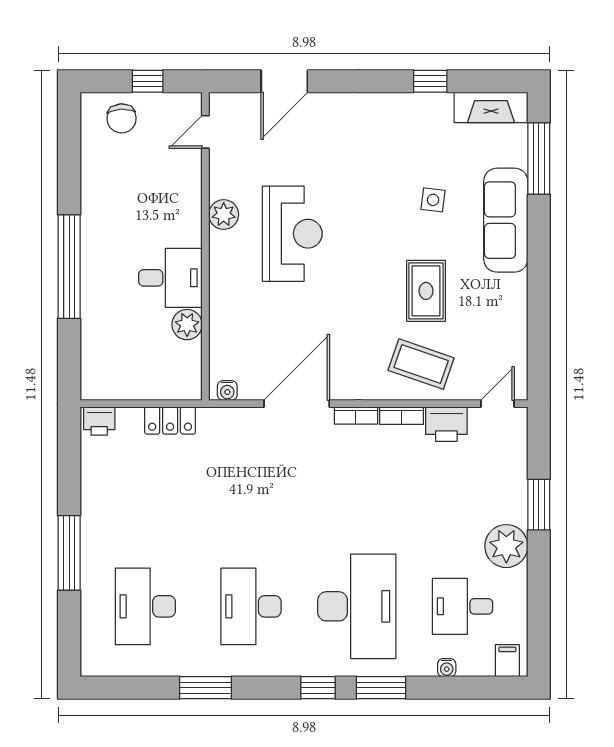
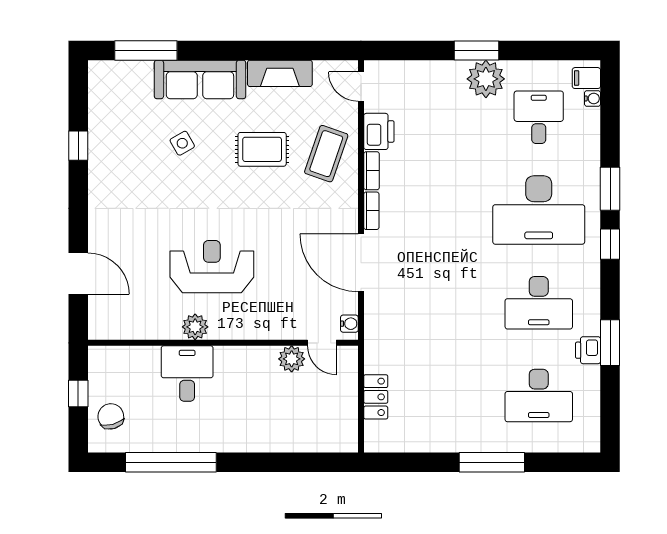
fireplace: (491, 107) -> (280, 73), moved, turned 90
chair: (122, 118) -> (111, 416), turned -102
door: (205, 132) -> (322, 343), moved
side table: (433, 200) -> (182, 143), turned -37
window: (69, 267) -> (171, 462), moved
desk: (170, 278) -> (187, 374), moved
locker: (170, 420) -> (376, 397), moved
printer: (99, 421) -> (588, 350), moved, turned 180
window: (539, 505) -> (476, 50), moved
desk: (357, 606) -> (539, 210), turned 180
desk: (463, 606) -> (539, 117), turned 180
water cooler: (447, 668) -> (592, 98), moved

